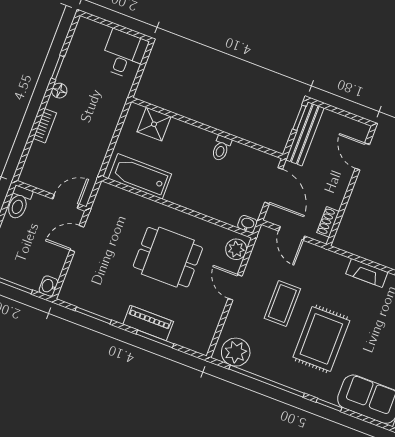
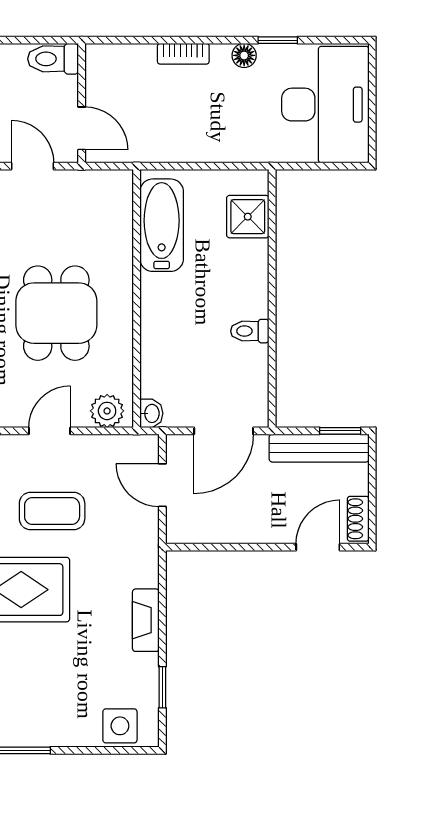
desk: (124, 54) -> (325, 105), width x1.87, depth x1.30
shoe rack: (328, 222) -> (358, 519), moved, turned -90
door: (292, 233) -> (162, 485), hinge flipped

